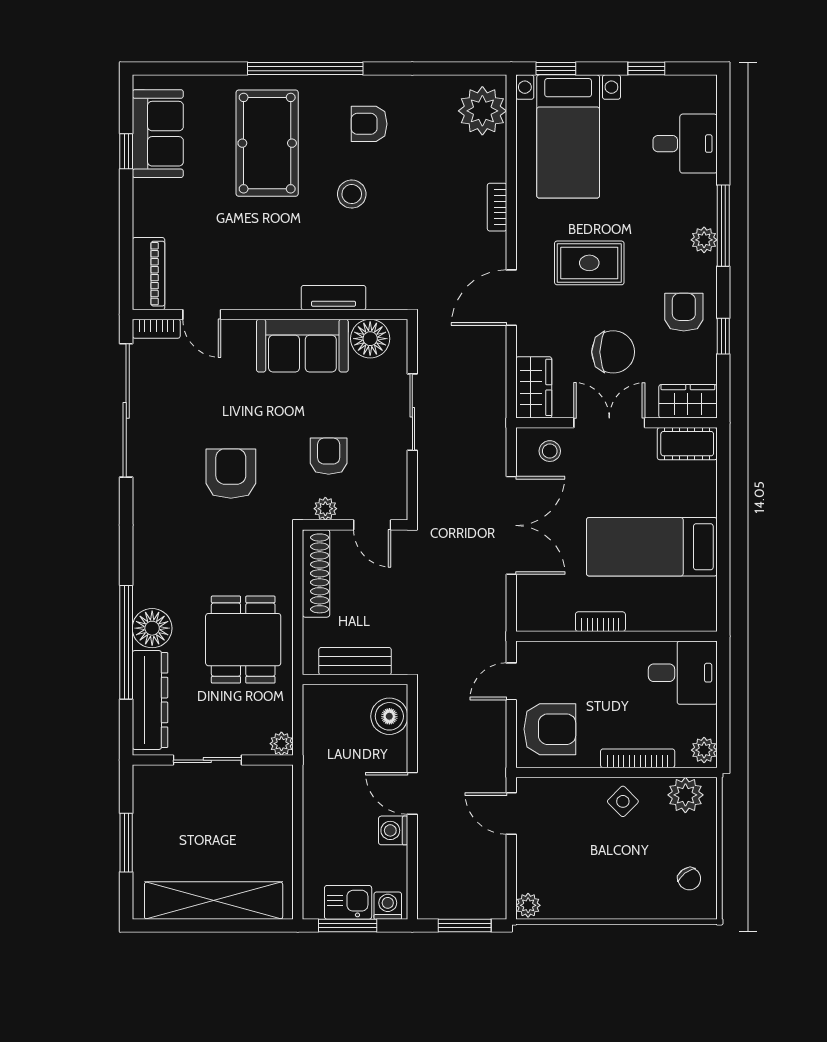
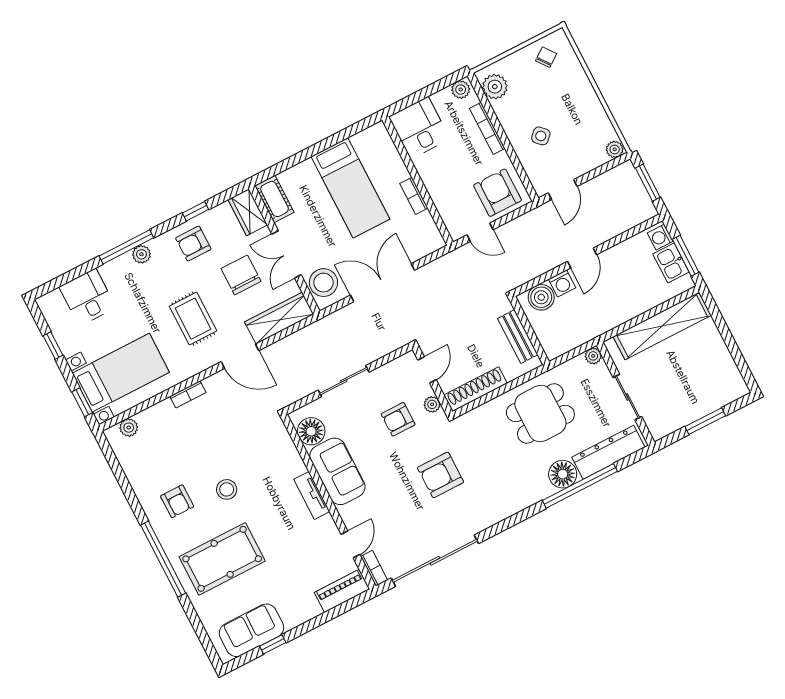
plant: (482, 111) -> (129, 428), width x0.53, depth x0.53
tv unit: (333, 298) -> (312, 495), moved
wardrobe: (534, 387) -> (279, 318), width x1.50
stool: (550, 451) -> (323, 283), width x1.89, depth x1.89
side table: (623, 801) -> (541, 136), moved
washing machine: (393, 830) -> (562, 283), moved
shelving: (214, 901) -> (662, 326), moved, turned 90

